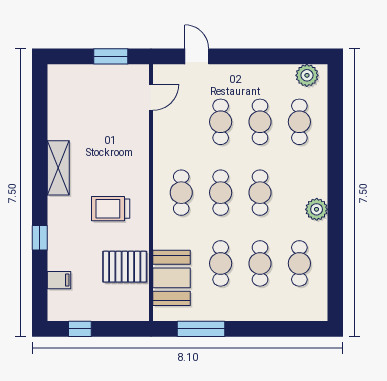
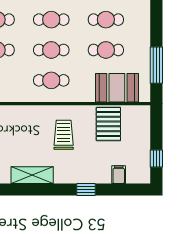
trolley: (111, 209) -> (64, 135), turned 180

